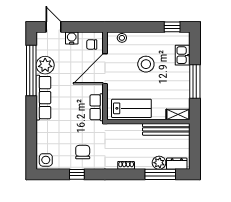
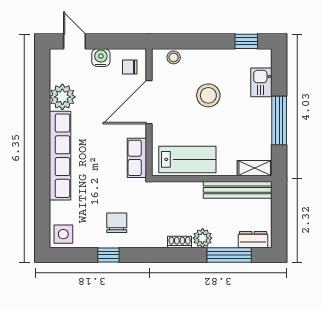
window: (31, 71) -> (42, 105), removed
row of seats: (43, 98) -> (60, 156), width x1.36
plant: (159, 163) -> (203, 238), moved

